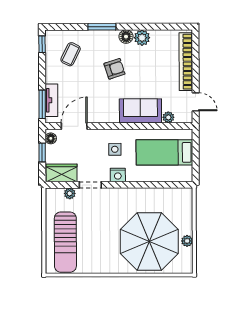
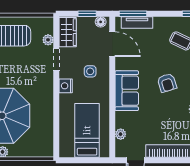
sofa: (140, 111) -> (127, 91), moved
side table: (115, 149) -> (90, 71), moved

